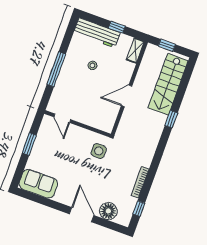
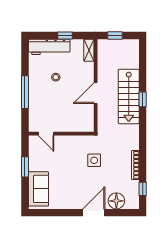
stairs: (168, 84) -> (129, 96), moved
side table: (99, 151) -> (94, 160), moved
sofa: (38, 184) -> (38, 189), moved, turned 90
door: (82, 215) -> (94, 213), hinge flipped

